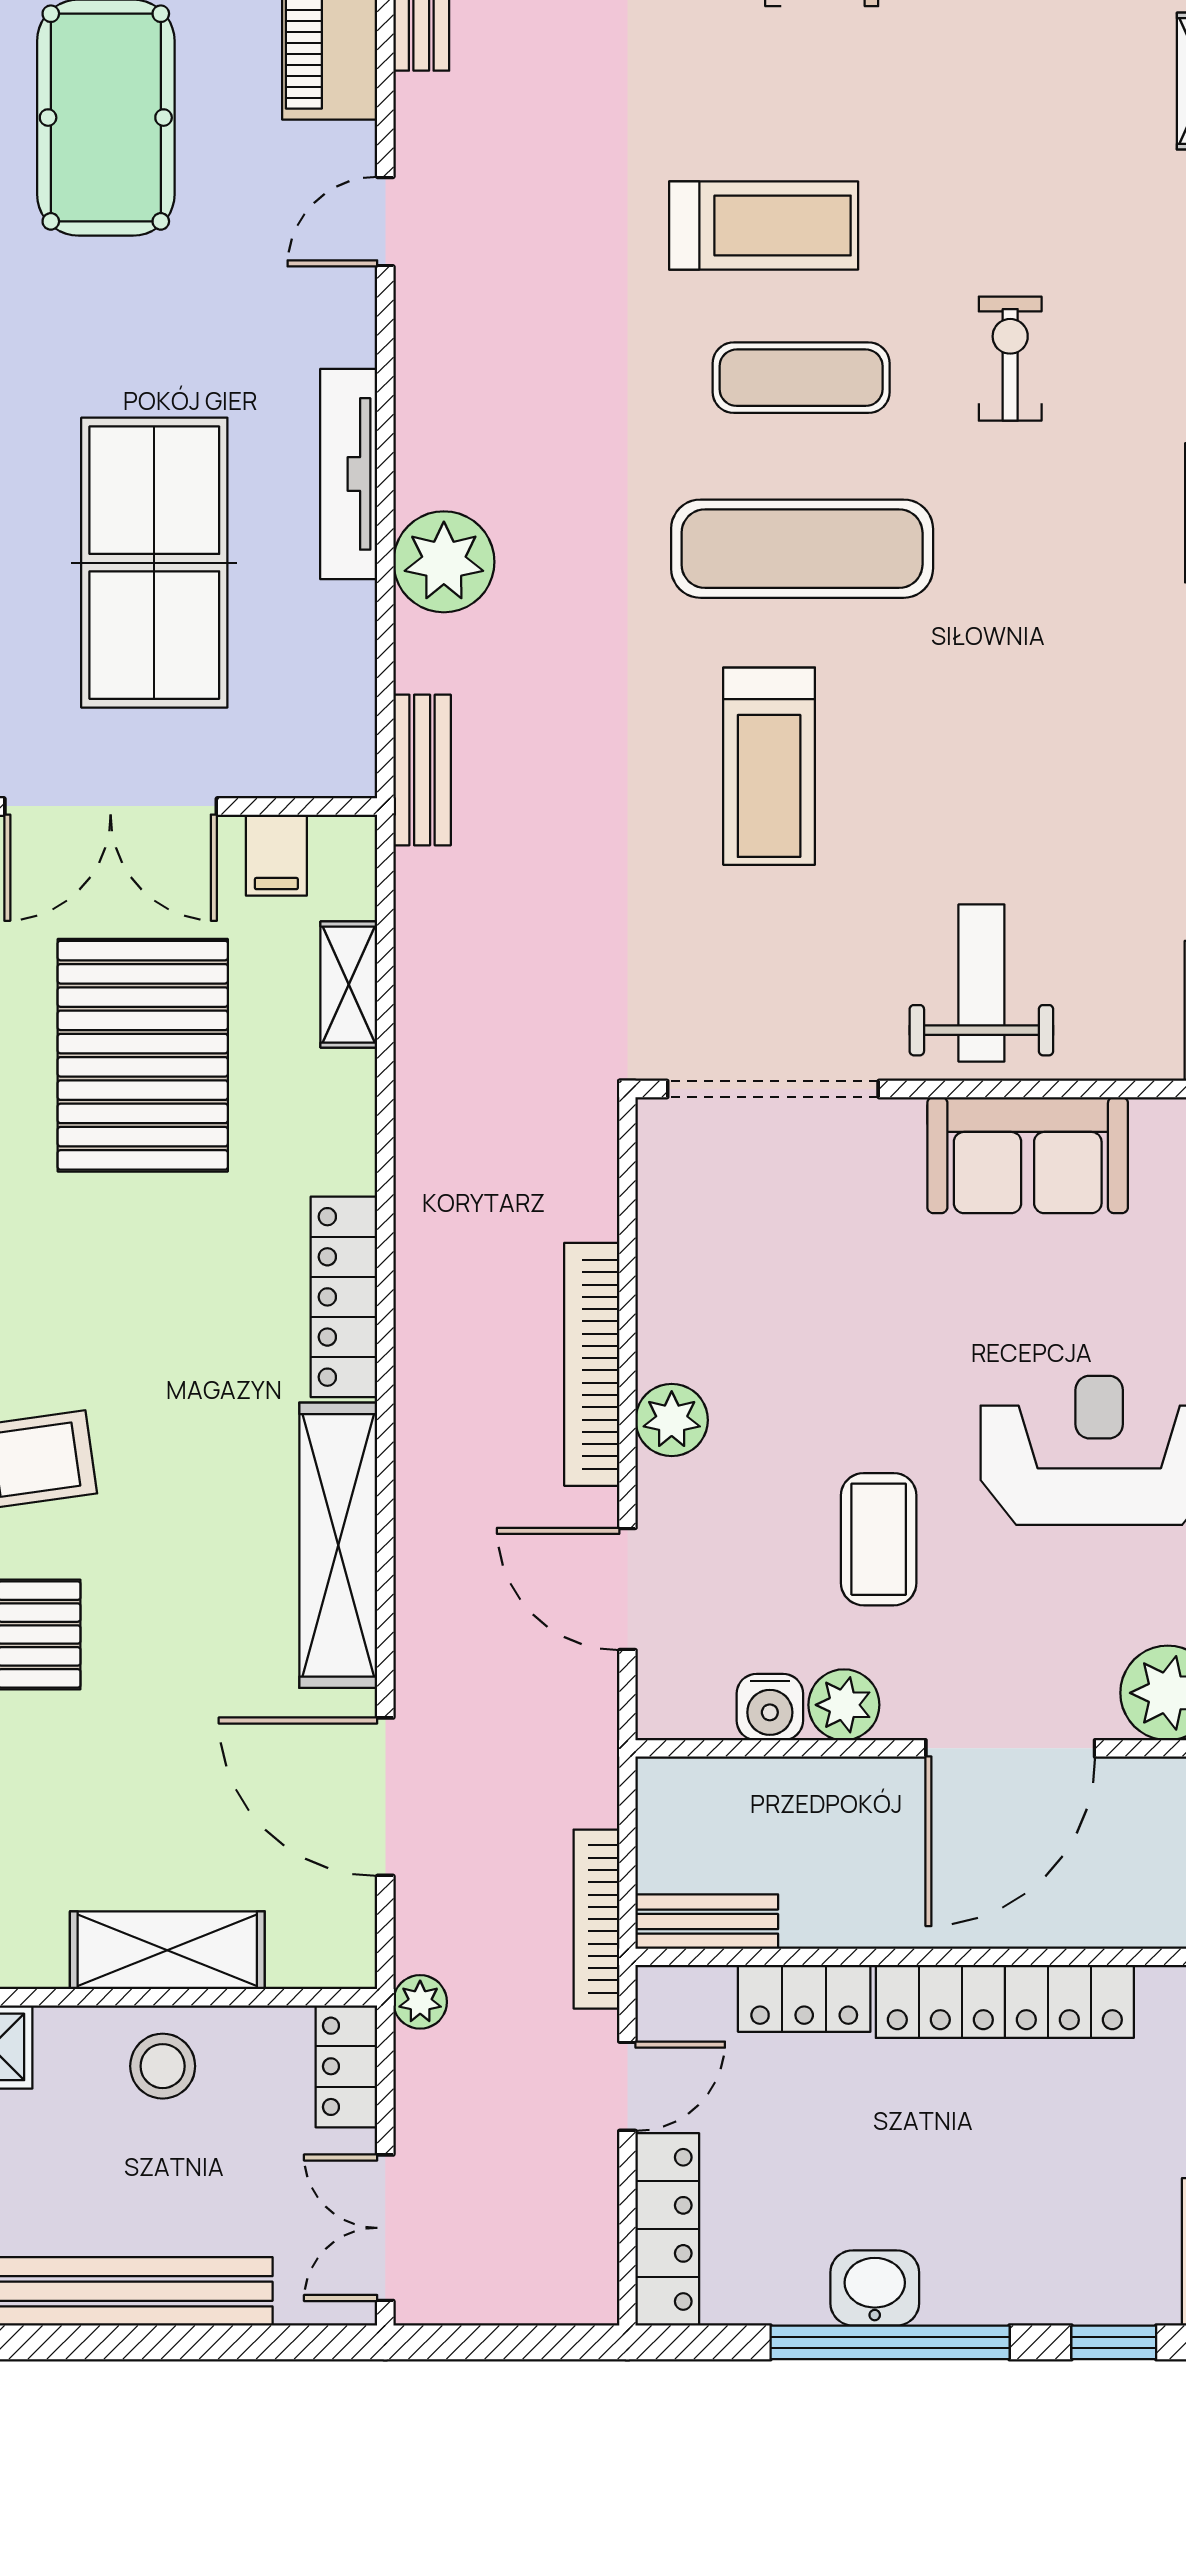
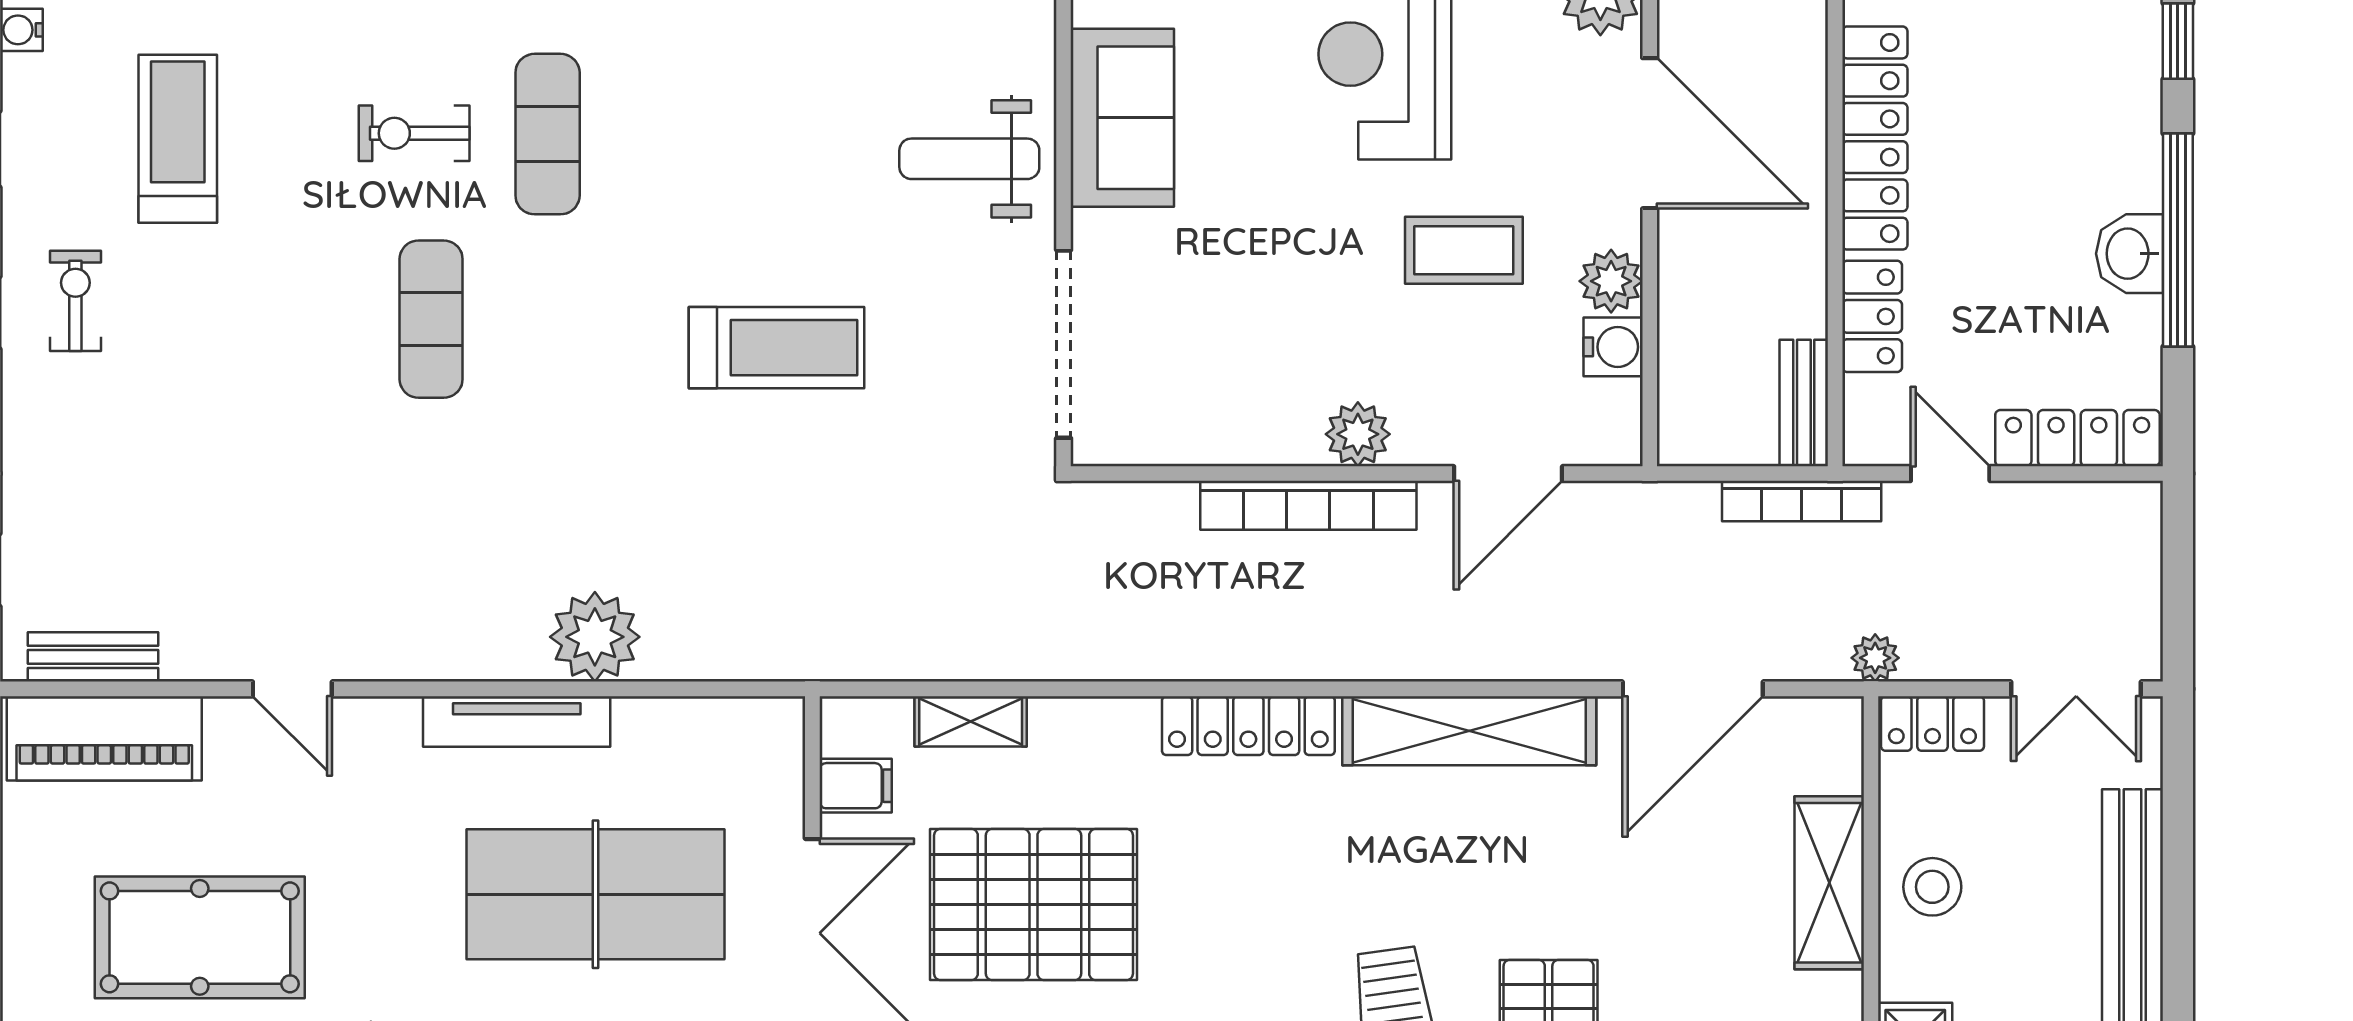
treadmill: (764, 226) -> (178, 139), moved
exercise mat: (802, 549) -> (548, 134), moved, width x0.73, depth x0.69
bench: (422, 770) -> (780, 656), removed

